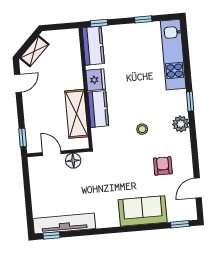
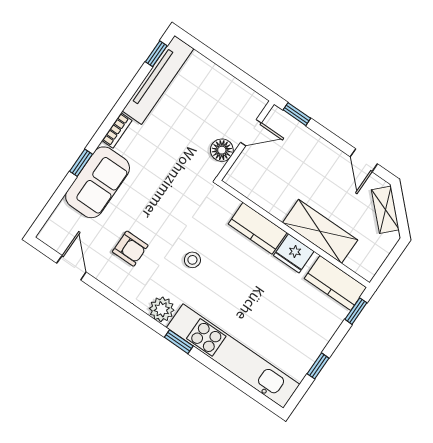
kitchen unit: (173, 55) -> (233, 356), width x1.36
shelving: (76, 114) -> (320, 231), moved
bookcase: (108, 223) -> (117, 130), added
window: (180, 224) -> (81, 163), moved

